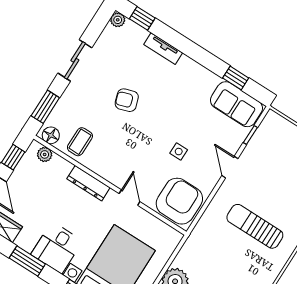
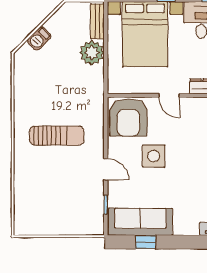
sofa: (236, 104) -> (140, 222), width x1.36
side table: (179, 152) -> (154, 156), width x1.87, depth x1.87

